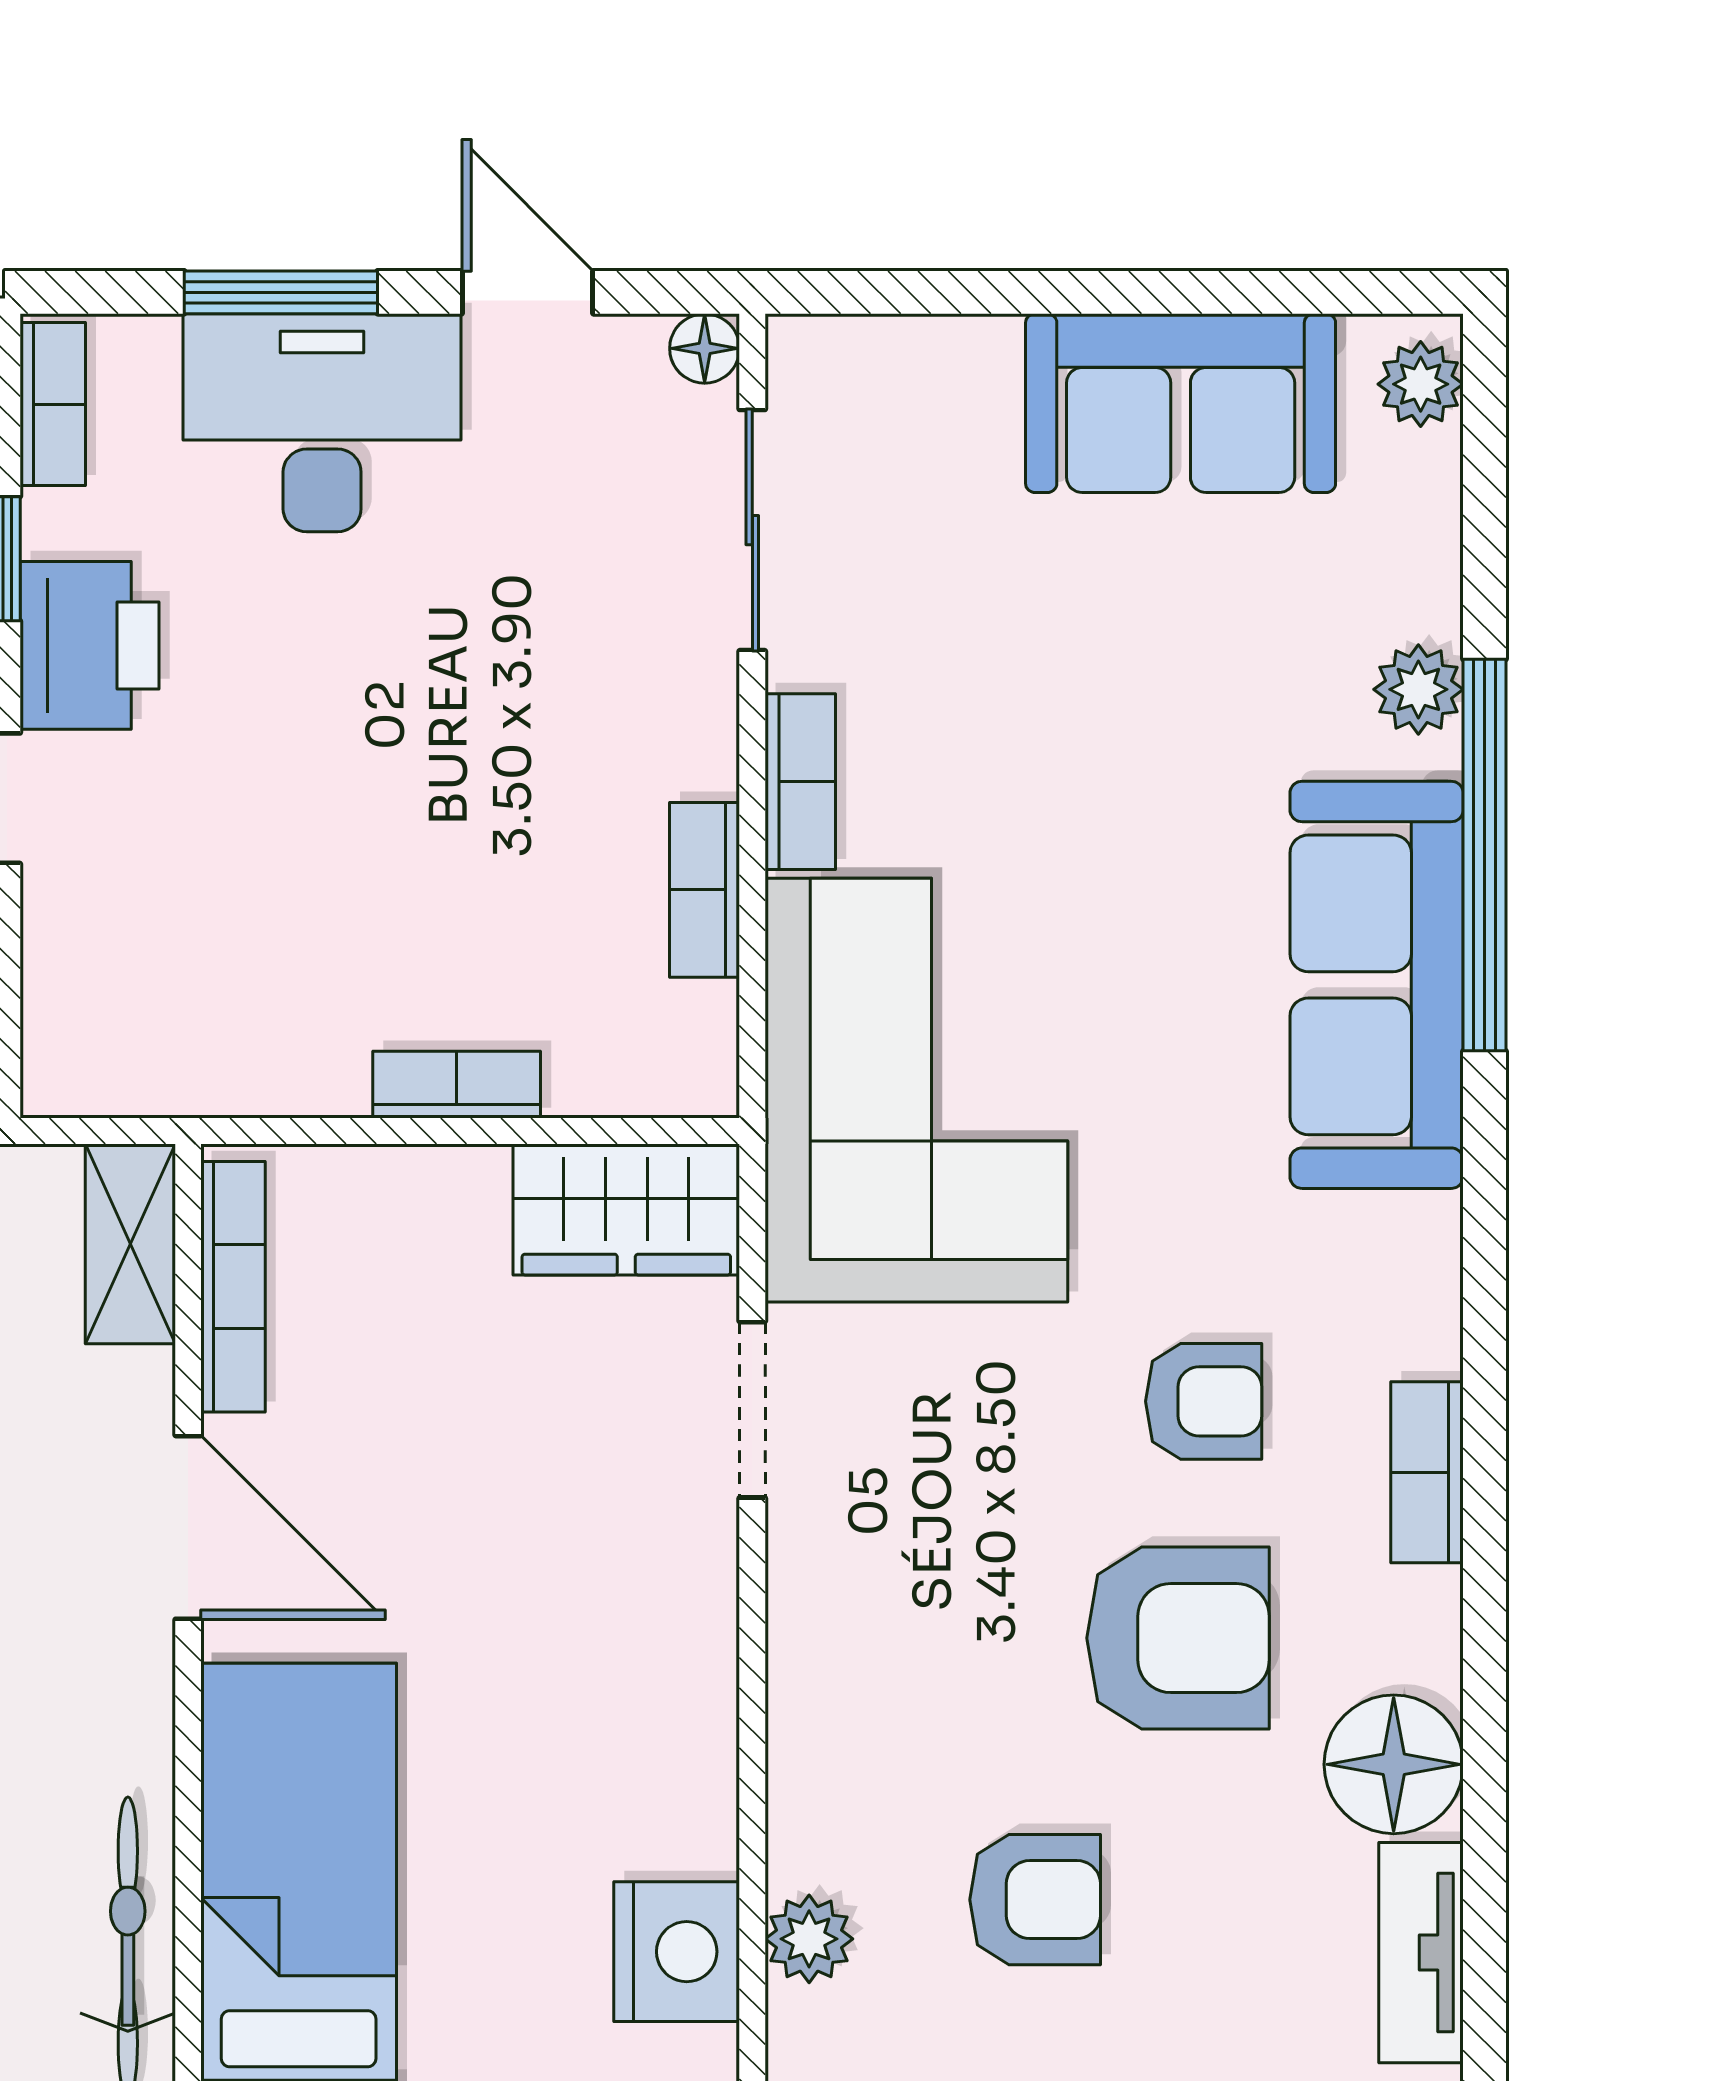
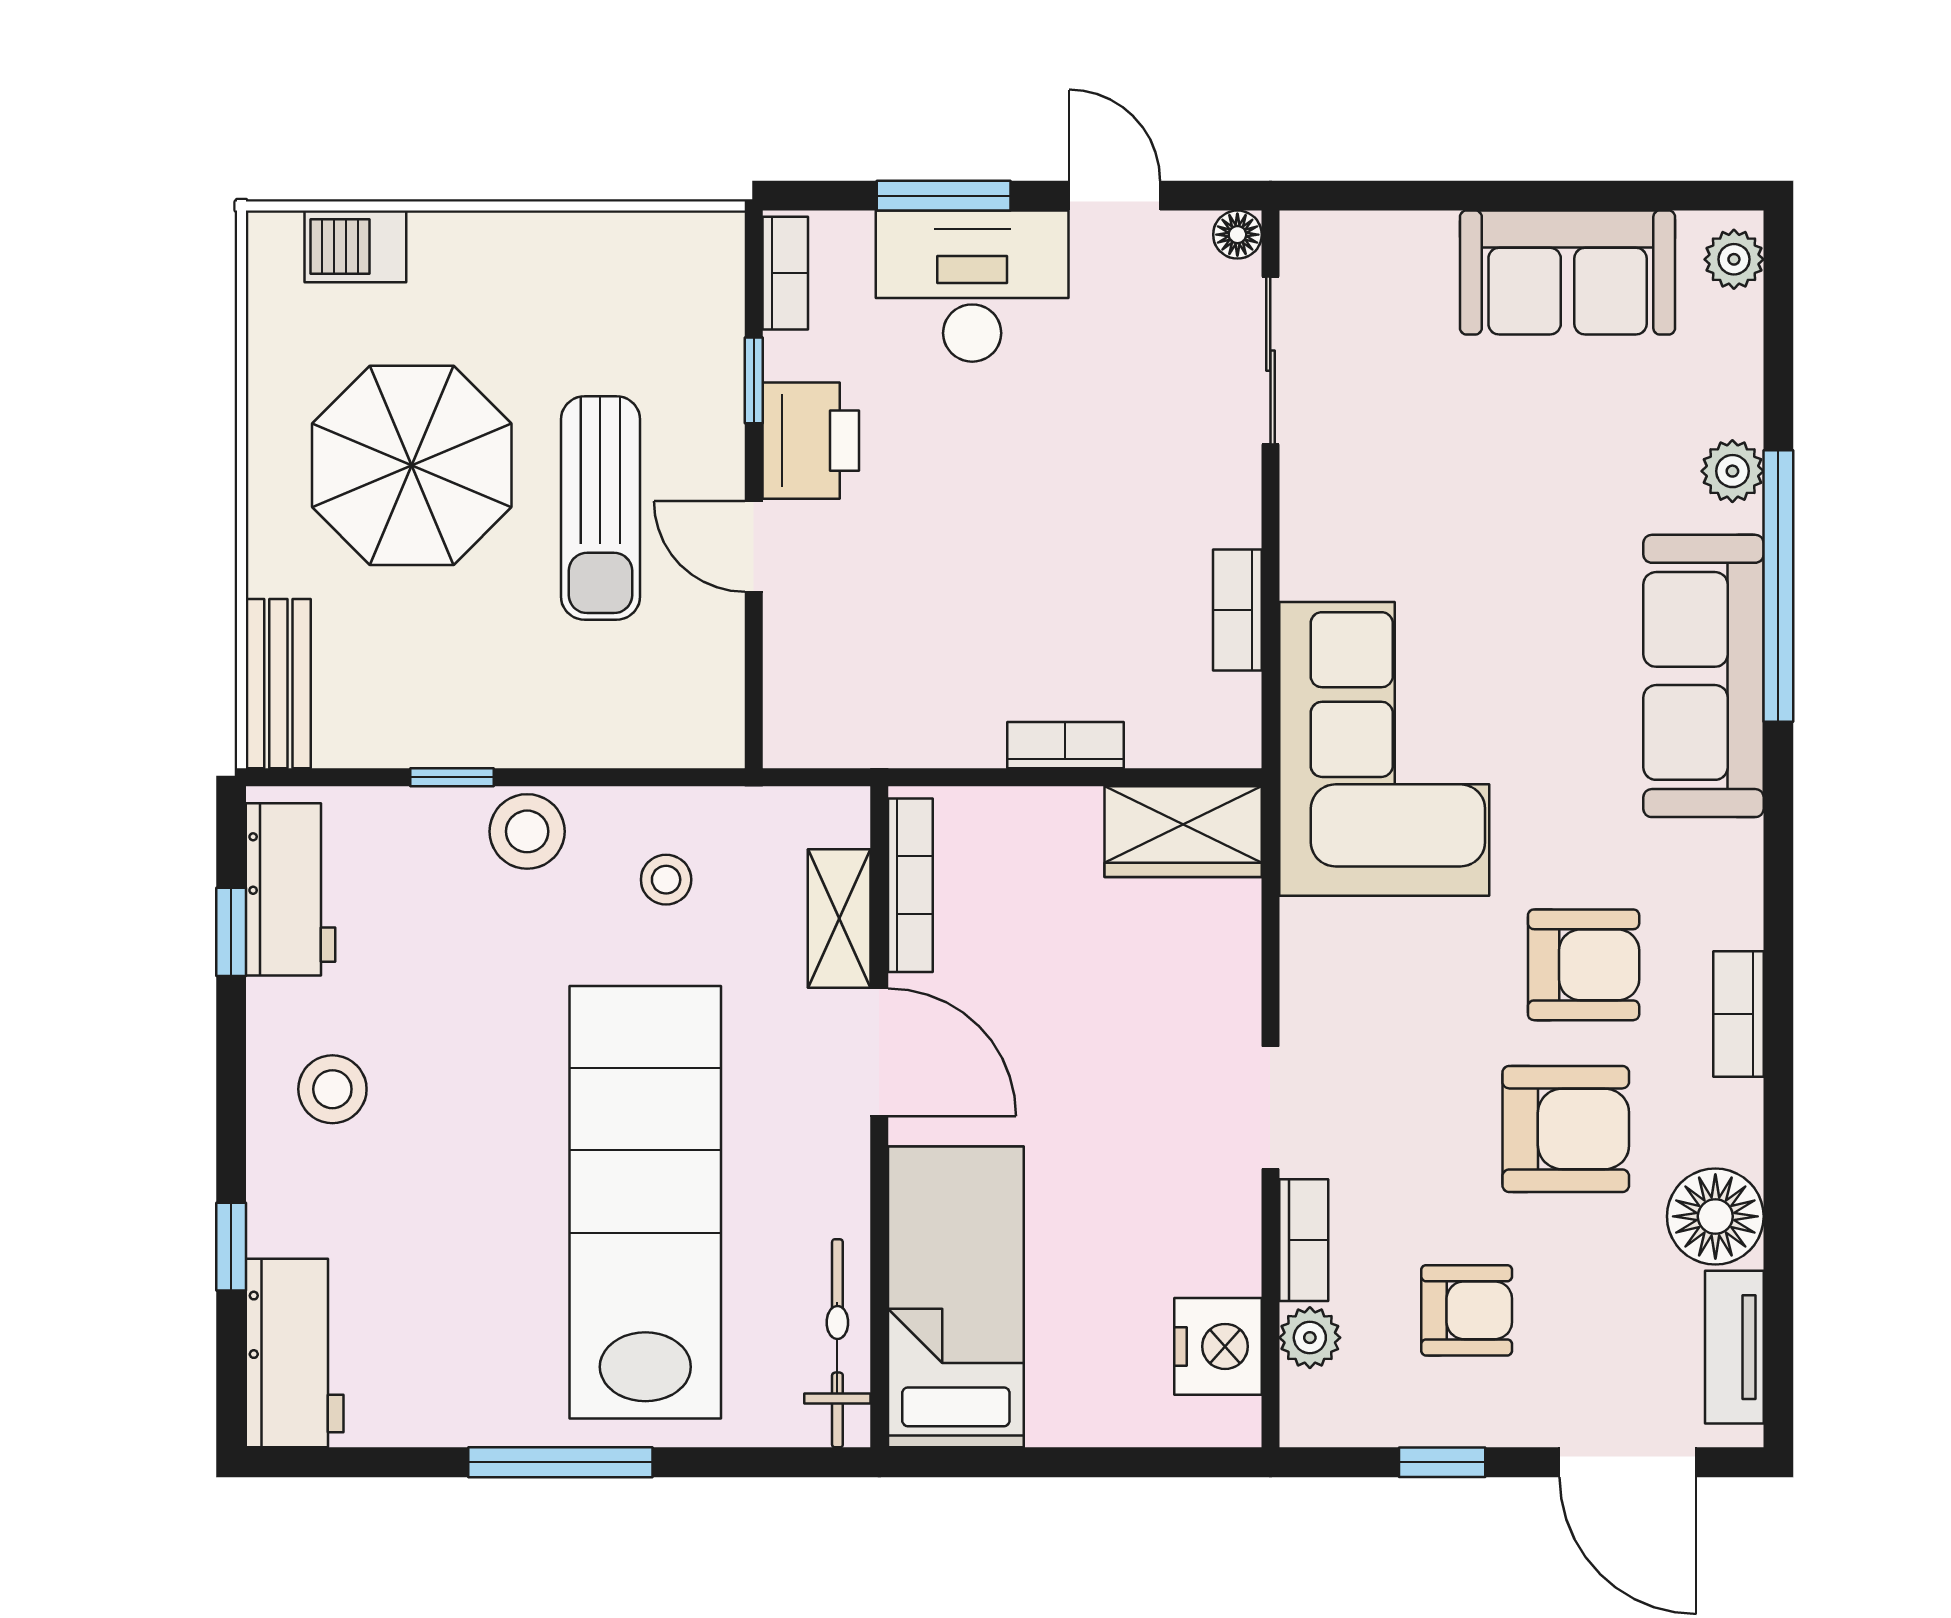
bookcase: (800, 782) -> (1304, 1240), moved
shelving: (130, 1244) -> (839, 919), moved
armchair: (1204, 1401) -> (1584, 965), width x1.38, depth x1.38
doorway: (752, 1410) -> (1270, 1108), moved

